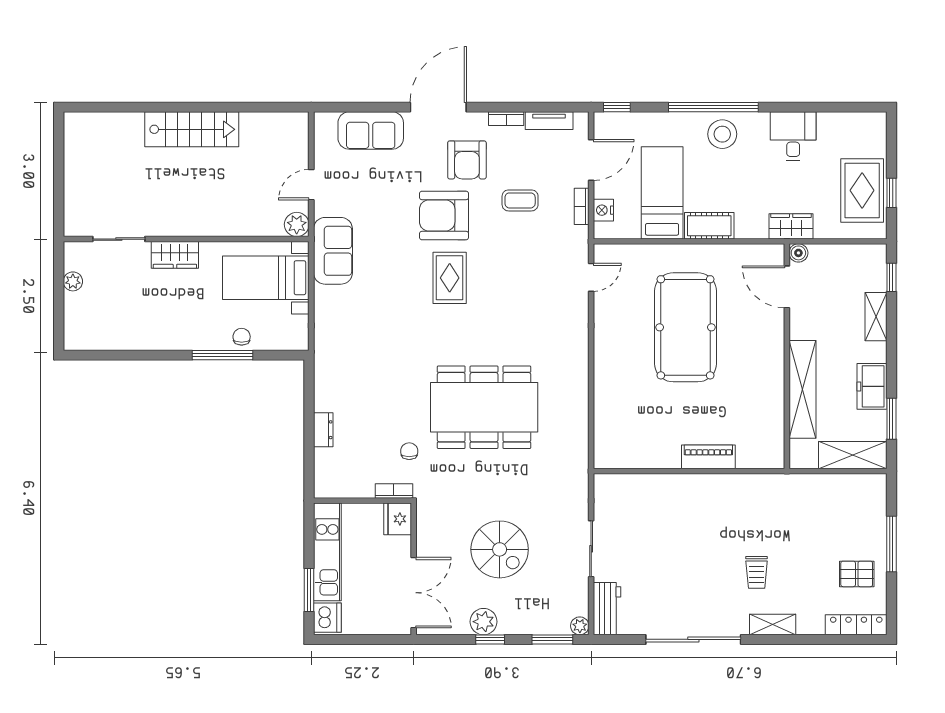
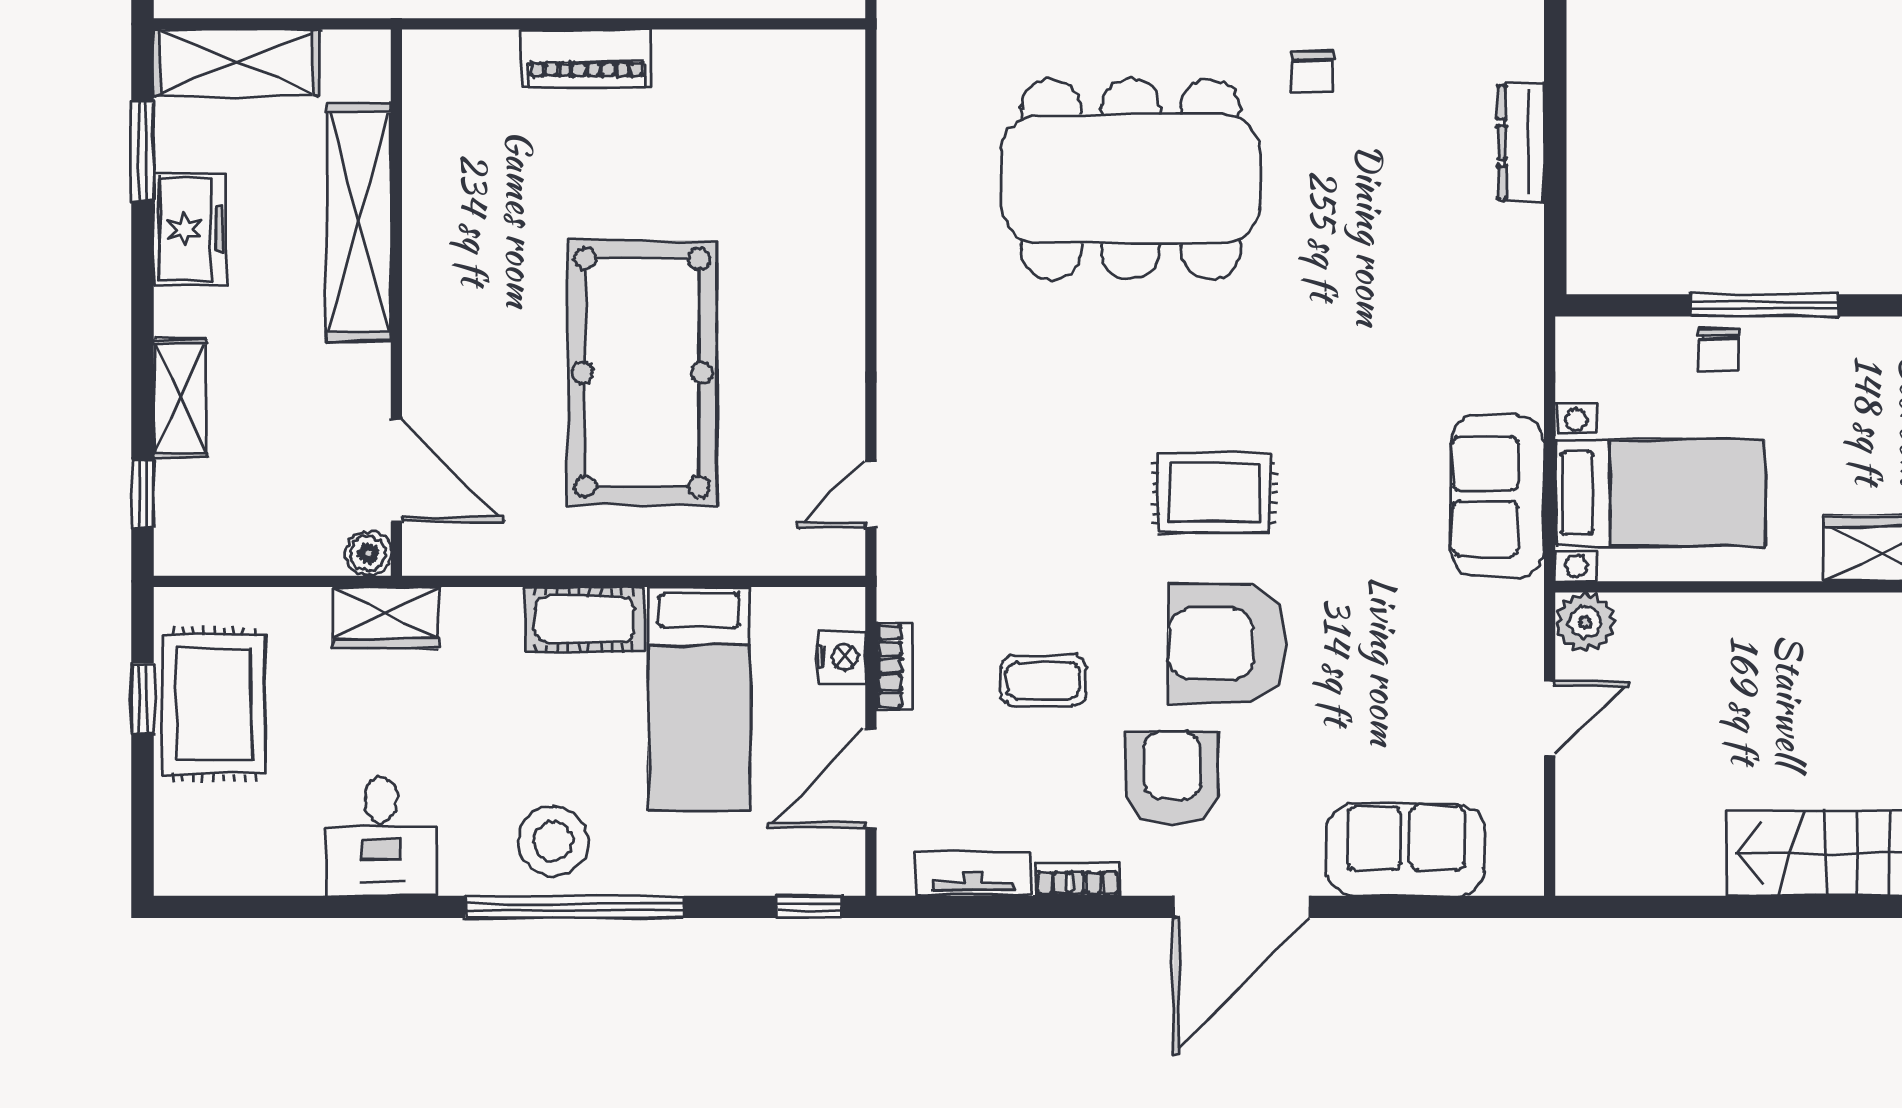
armchair: (444, 215) -> (1228, 644), turned 180
sofa: (333, 251) -> (1497, 496), moved
rug: (450, 278) -> (1214, 493), turned 90
dresser: (323, 430) -> (1521, 142), width x1.44

